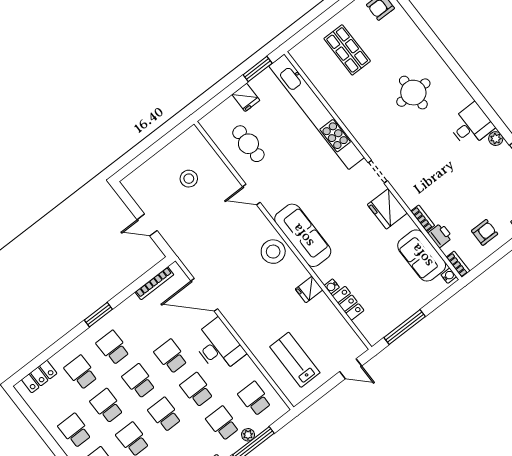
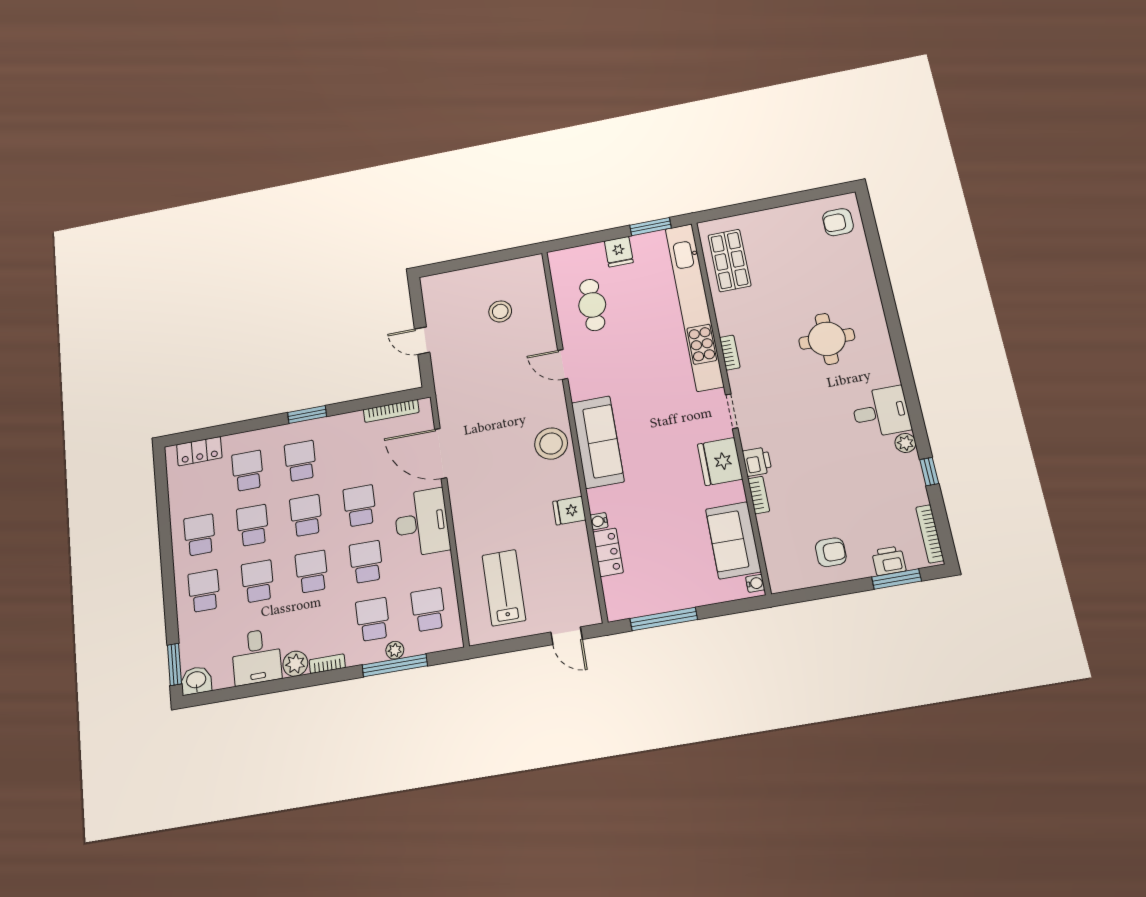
shop shelf: (347, 50) -> (729, 260), moved
printer: (440, 235) -> (757, 462), moved
bookcase: (458, 264) -> (730, 353), moved

